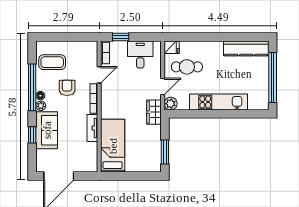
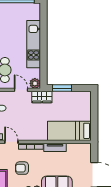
window: (165, 152) -> (62, 88), moved

